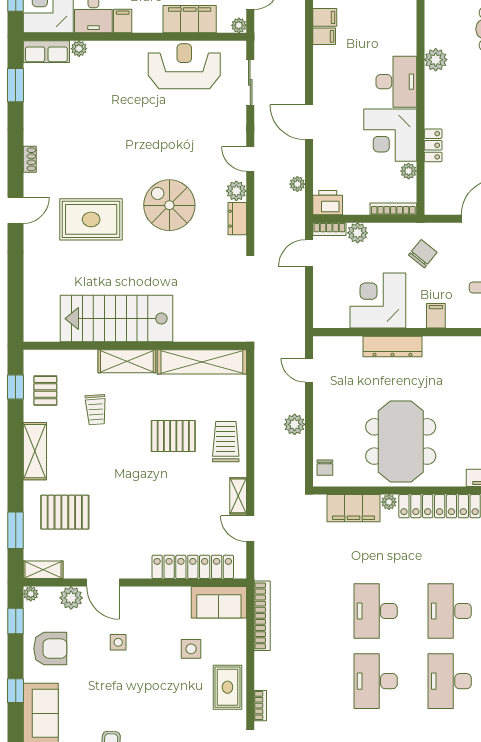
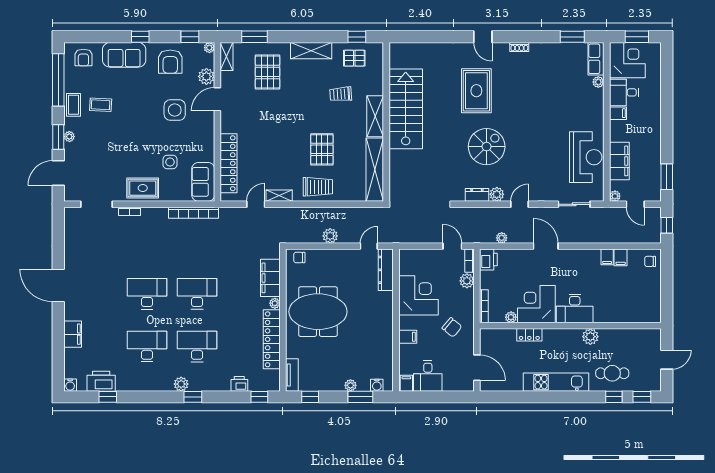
door: (309, 122) -> (546, 246), hinge flipped
dresser: (392, 346) -> (386, 270), moved
side table: (118, 642) -> (175, 110), width x1.87, depth x1.87

